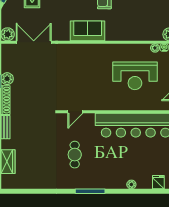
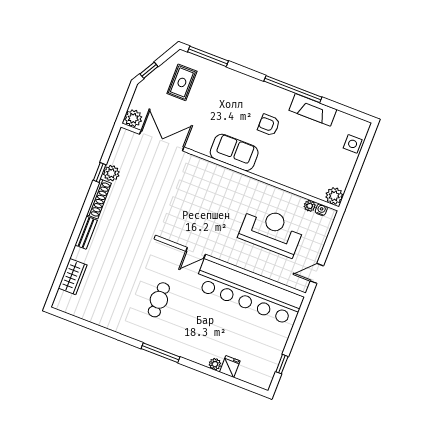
reception desk: (135, 76) -> (271, 231), turned 180
door: (75, 112) -> (196, 253), moved
fridge: (158, 182) -> (230, 367), moved

